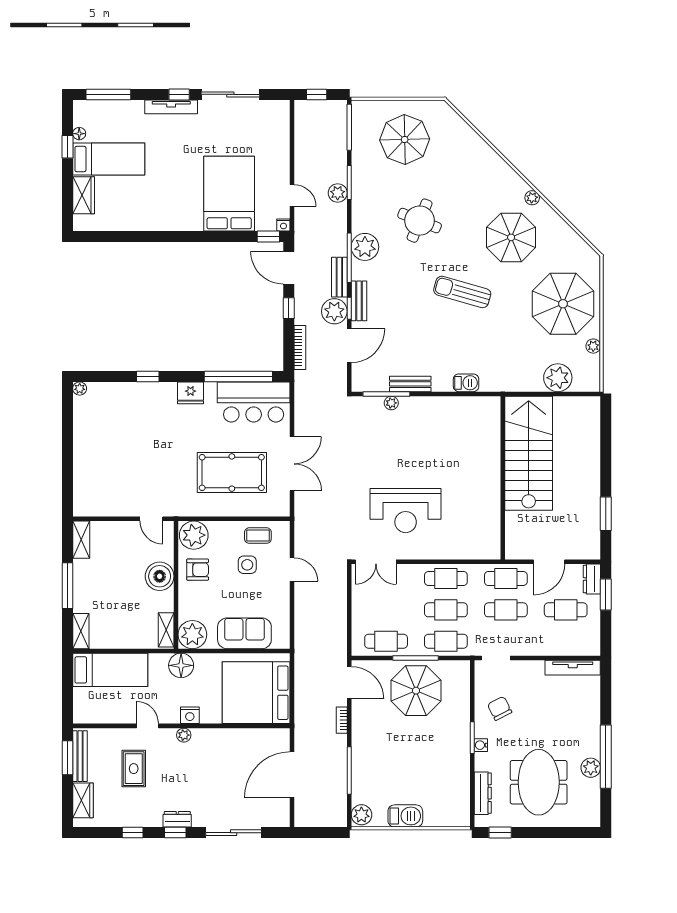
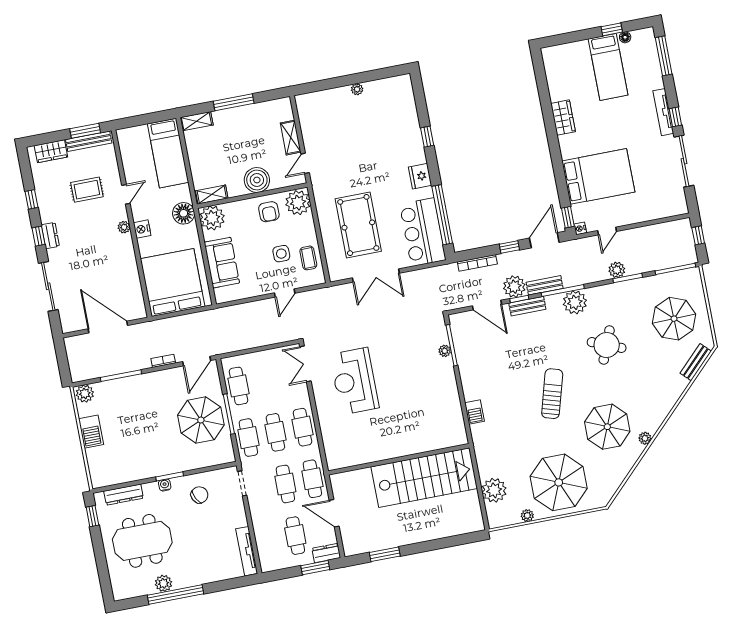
wardrobe: (84, 195) -> (563, 118), moved, turned -90
bench: (410, 384) -> (696, 362), moved, turned 45
plant: (80, 389) -> (357, 89), moved
shelving: (81, 540) -> (291, 138), moved, turned 90

